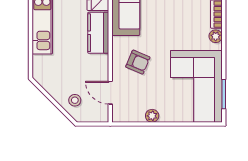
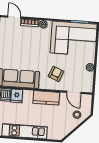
kitchen counter: (98, 33) -> (46, 98), moved
door: (110, 93) -> (74, 92), hinge flipped

